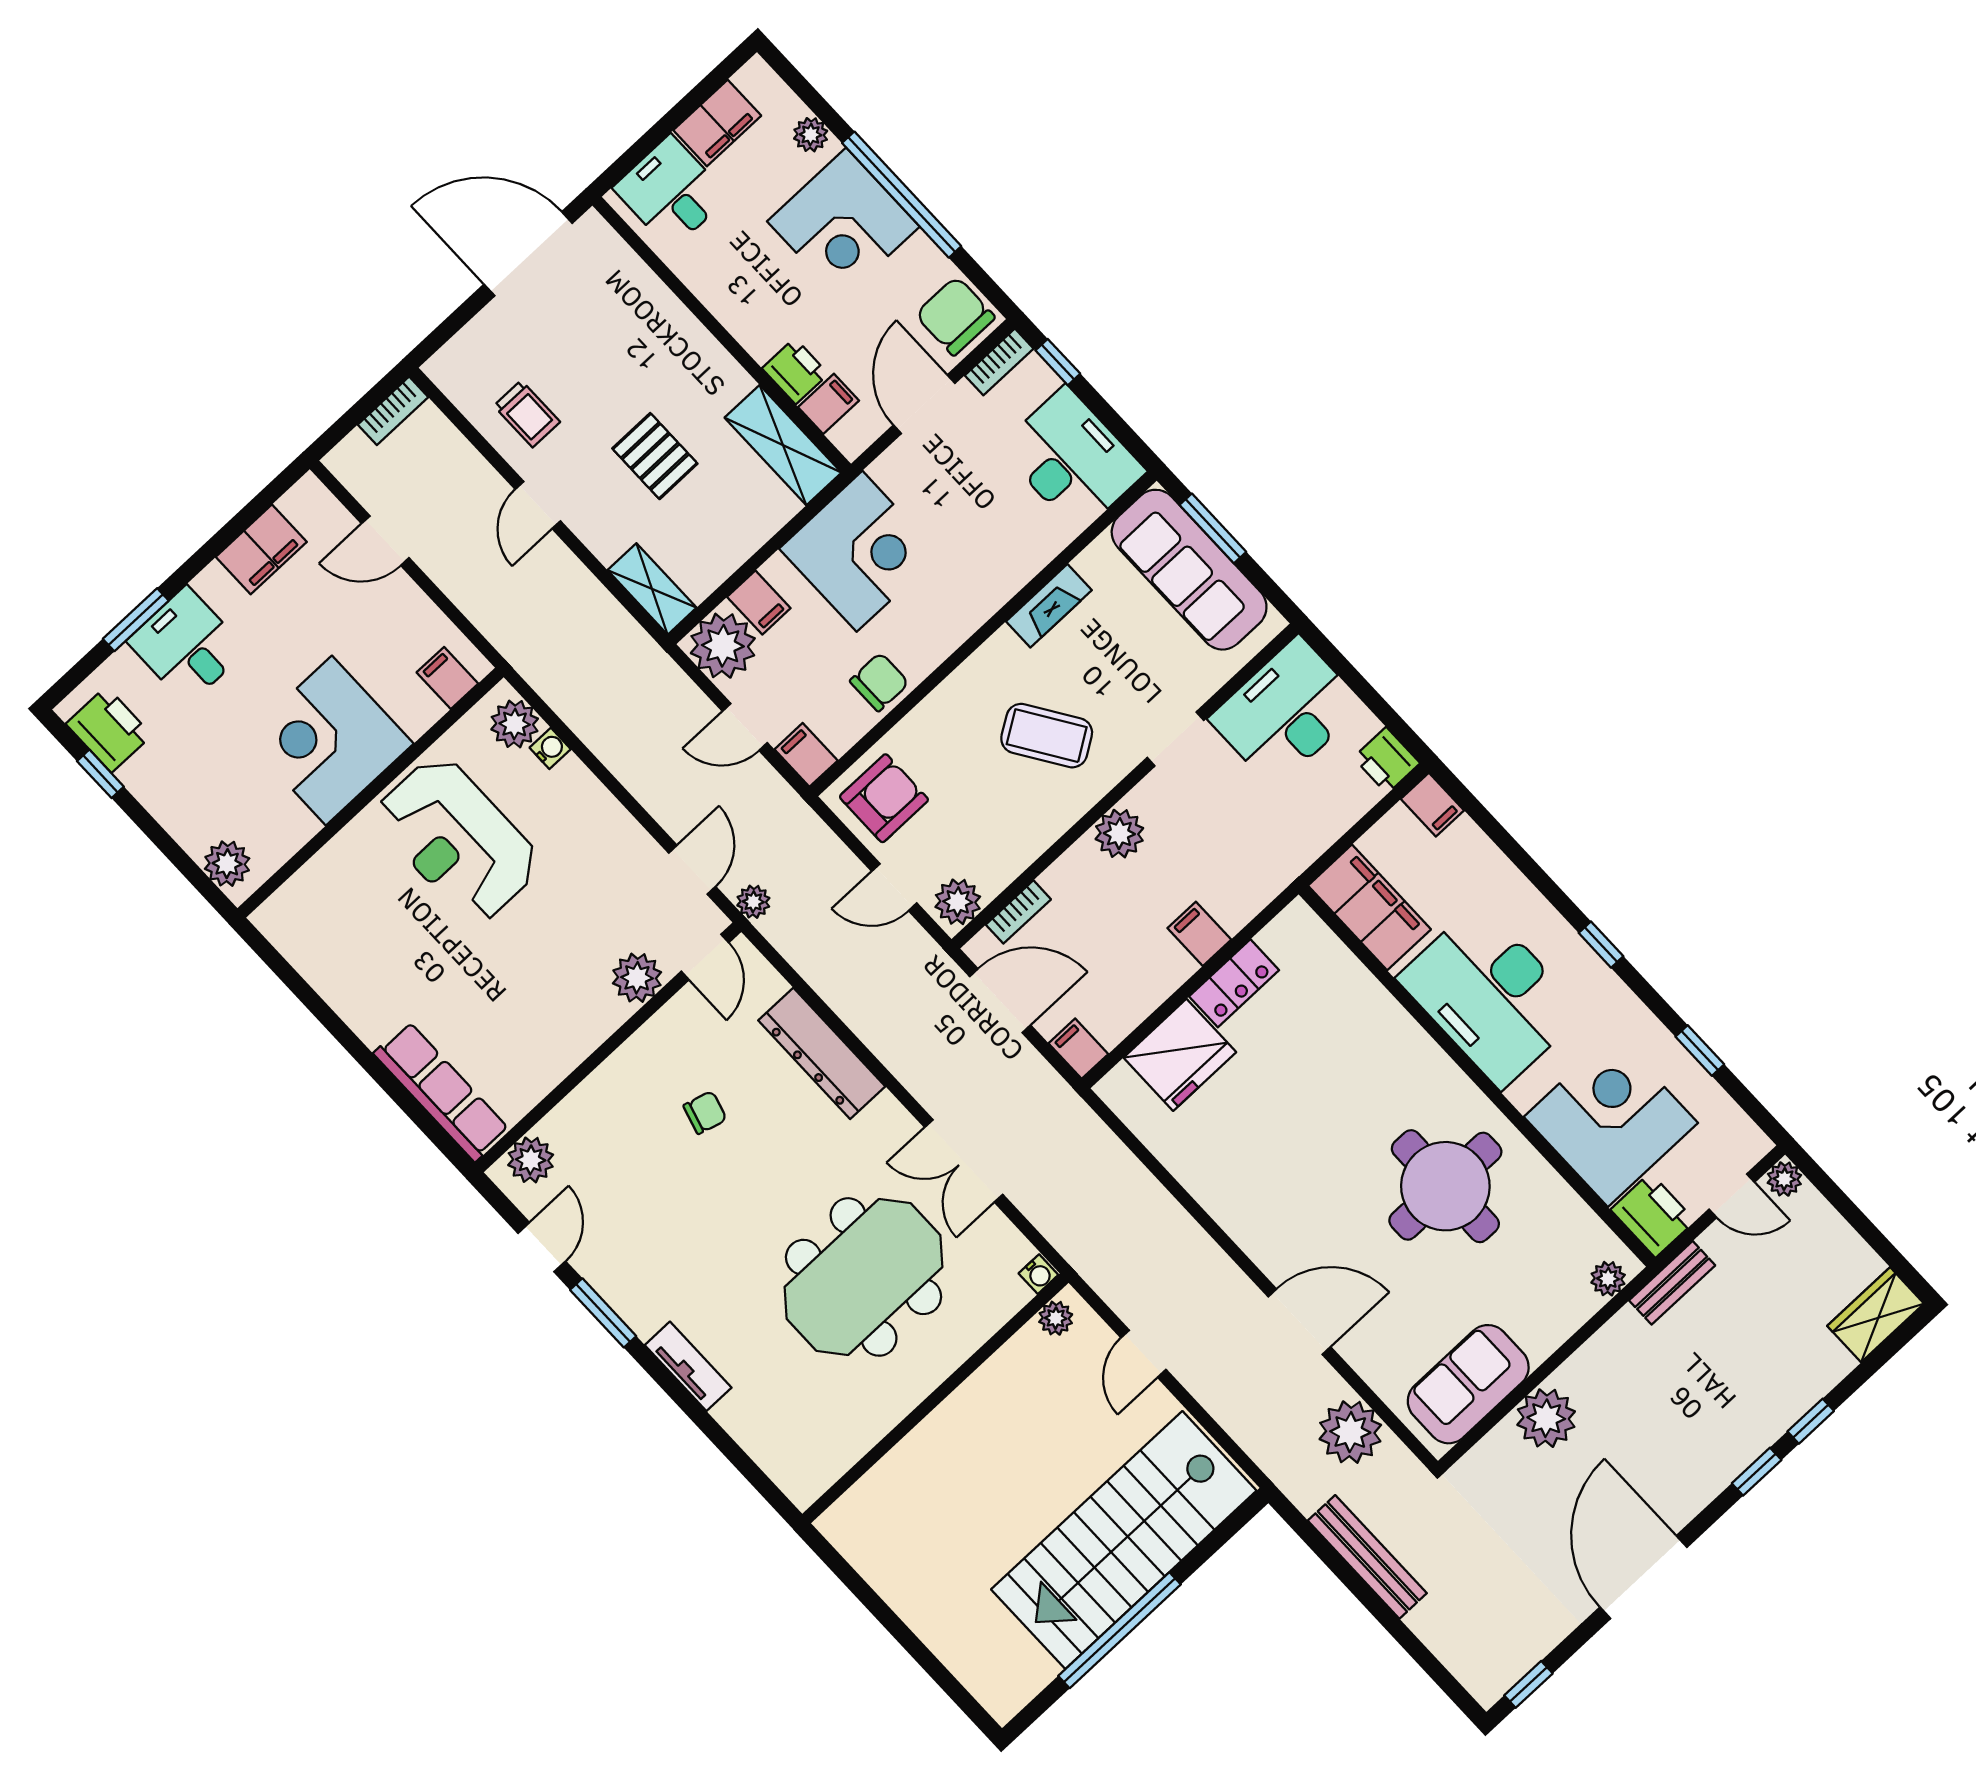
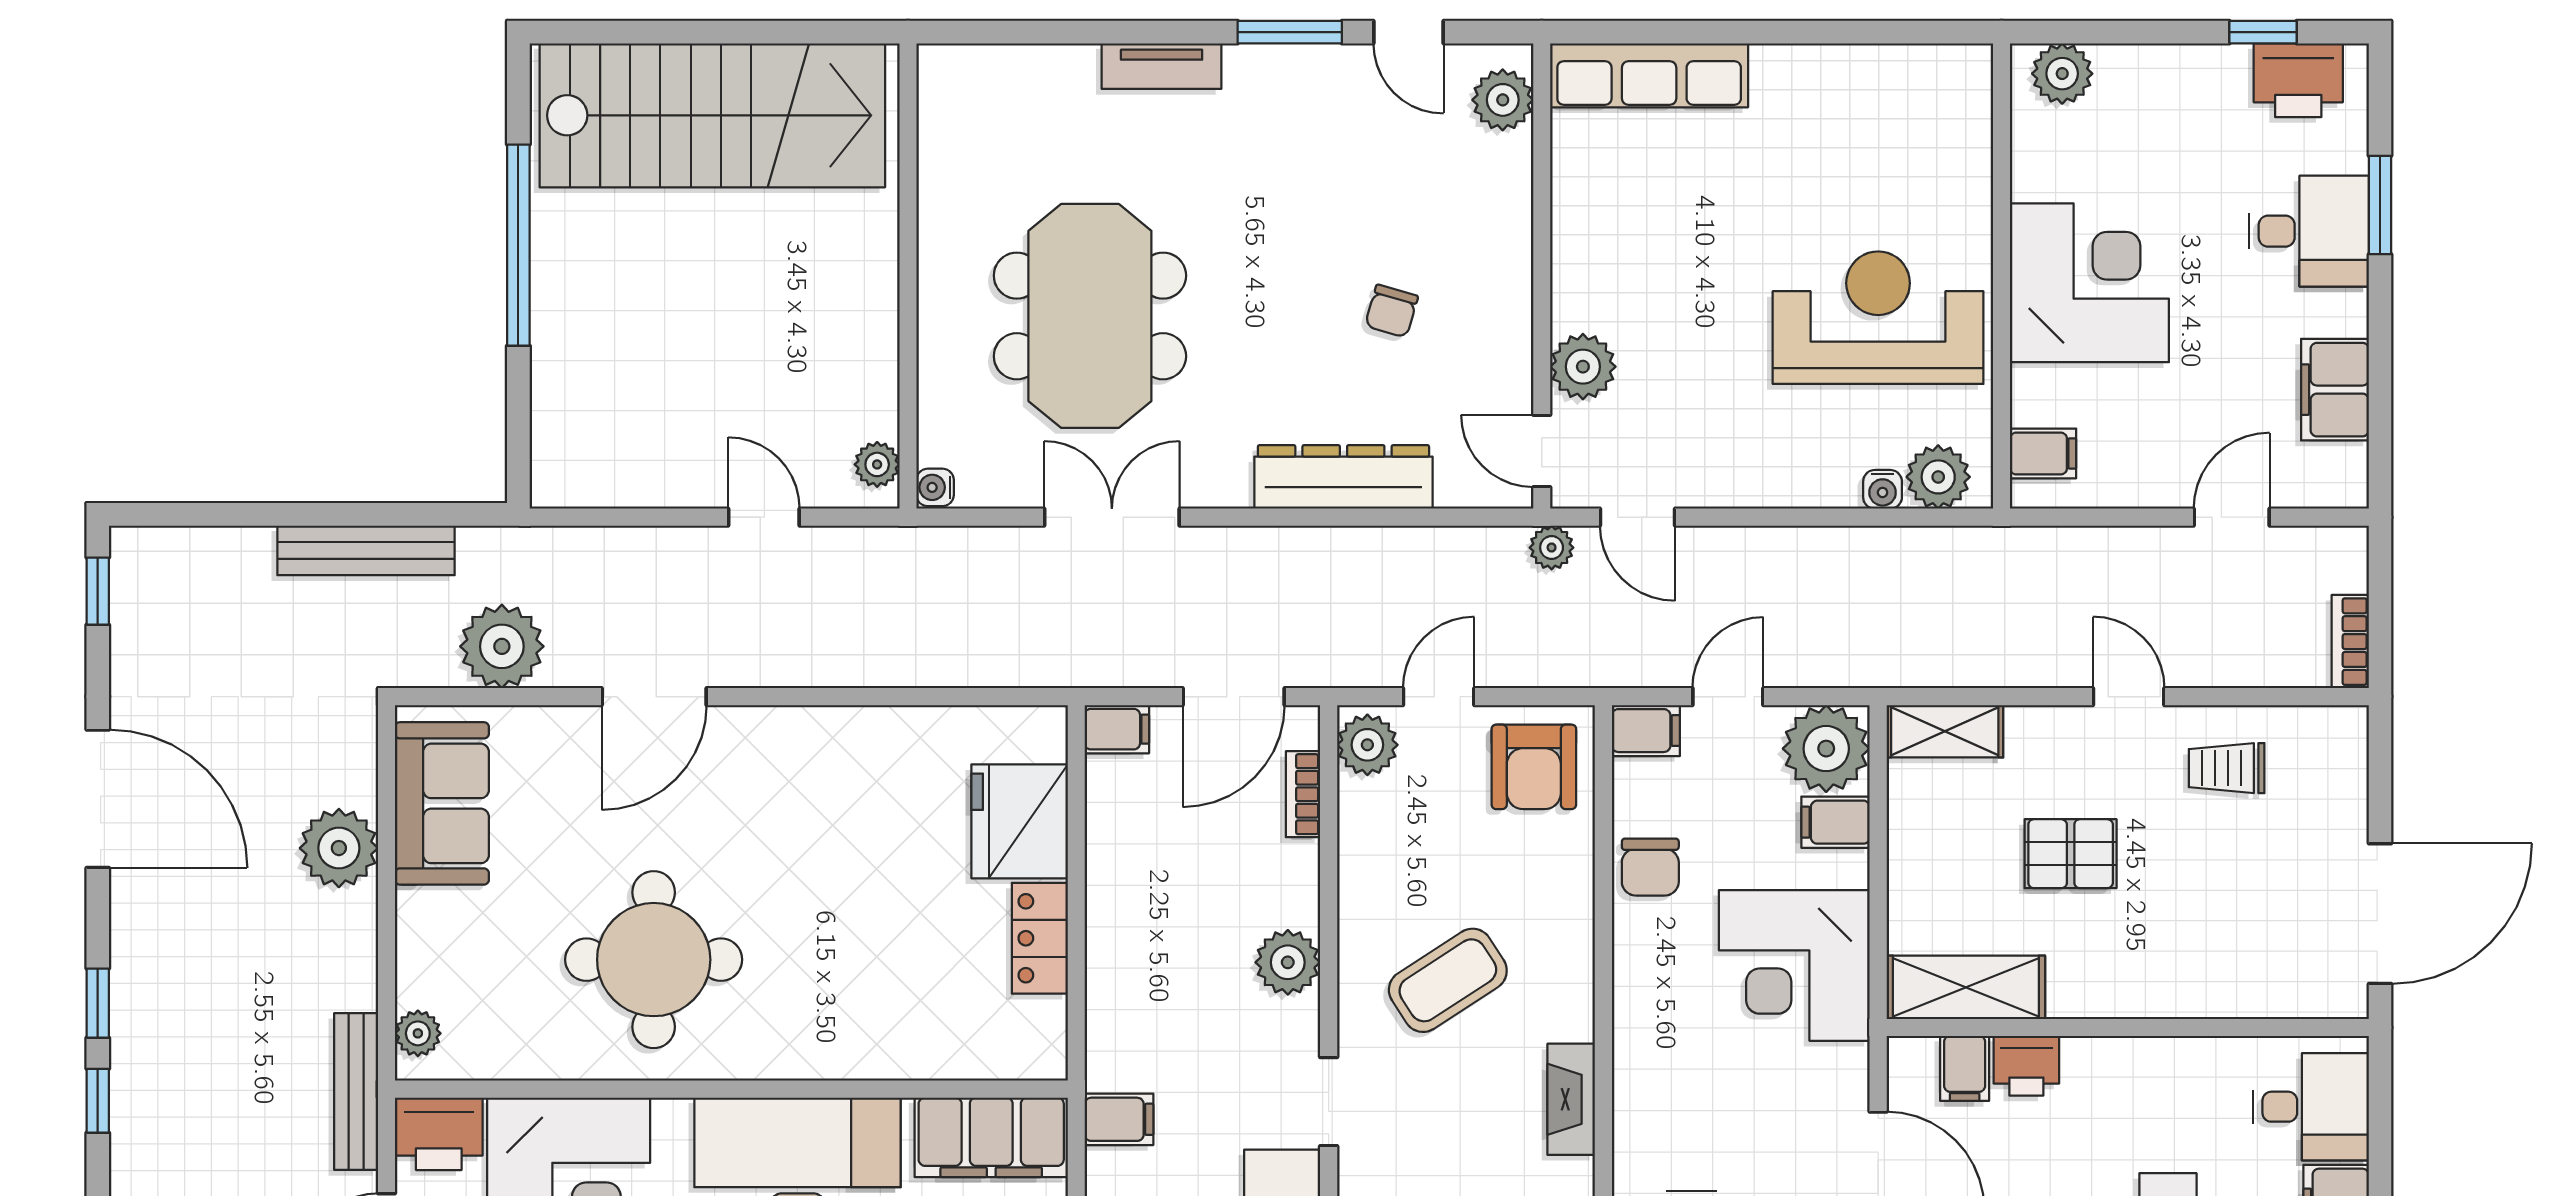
filing cabinet: (1199, 934) -> (1119, 1119), moved
bench: (1672, 1283) -> (356, 1092), width x1.36
stairs: (1124, 1540) -> (712, 115), moved, turned 90

